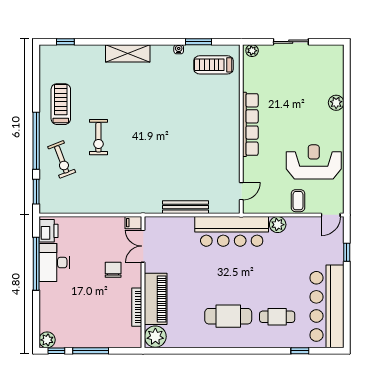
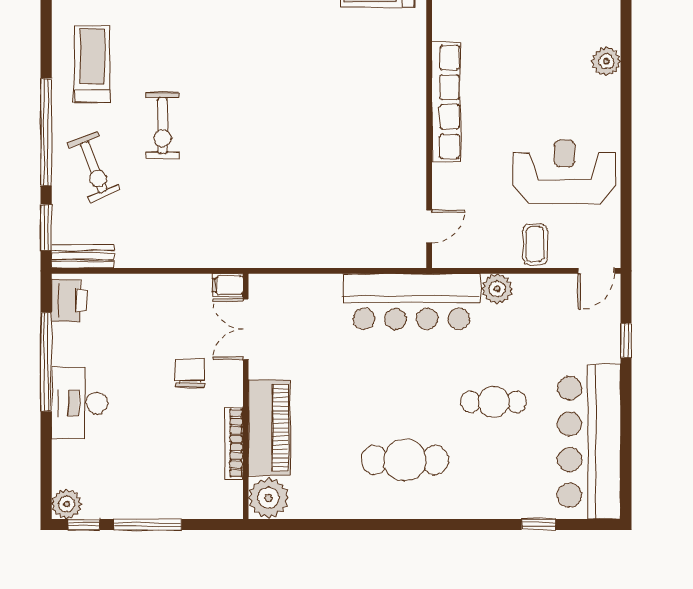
bench: (185, 207) -> (83, 256), moved, width x0.73
desk: (54, 263) -> (80, 403), moved
cafe table: (277, 317) -> (494, 402), moved

